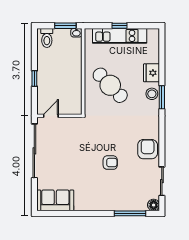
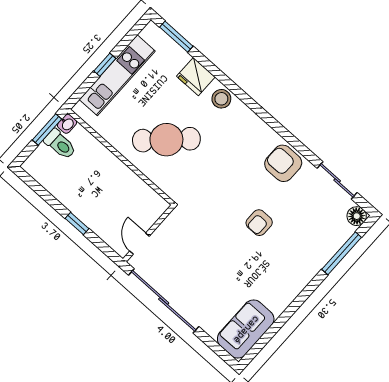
toilet: (47, 38) -> (60, 144), moved
window: (162, 97) -> (176, 37), moved
armchair: (110, 163) -> (259, 223), turned 180

